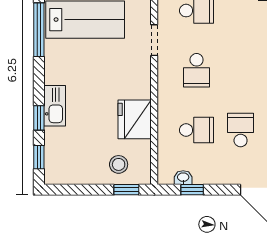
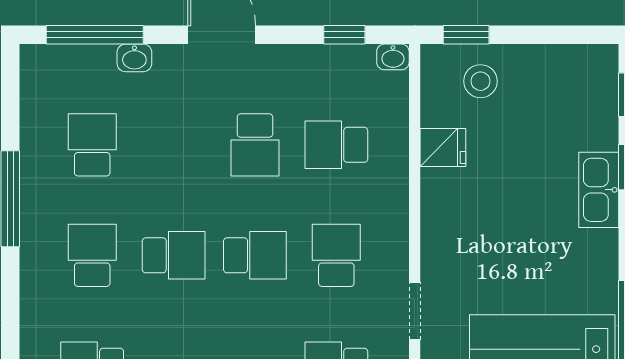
school desk: (241, 70) -> (255, 255), added
fridge: (135, 119) -> (443, 147), width x0.53, depth x0.75
washbasin: (183, 178) -> (393, 57), moved

